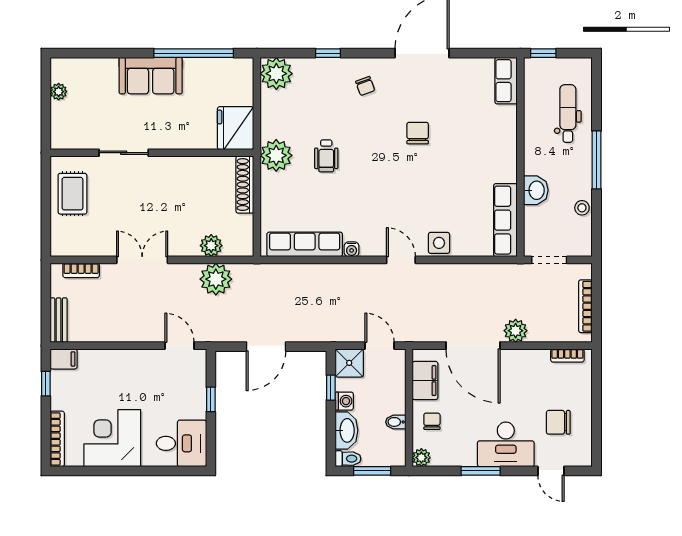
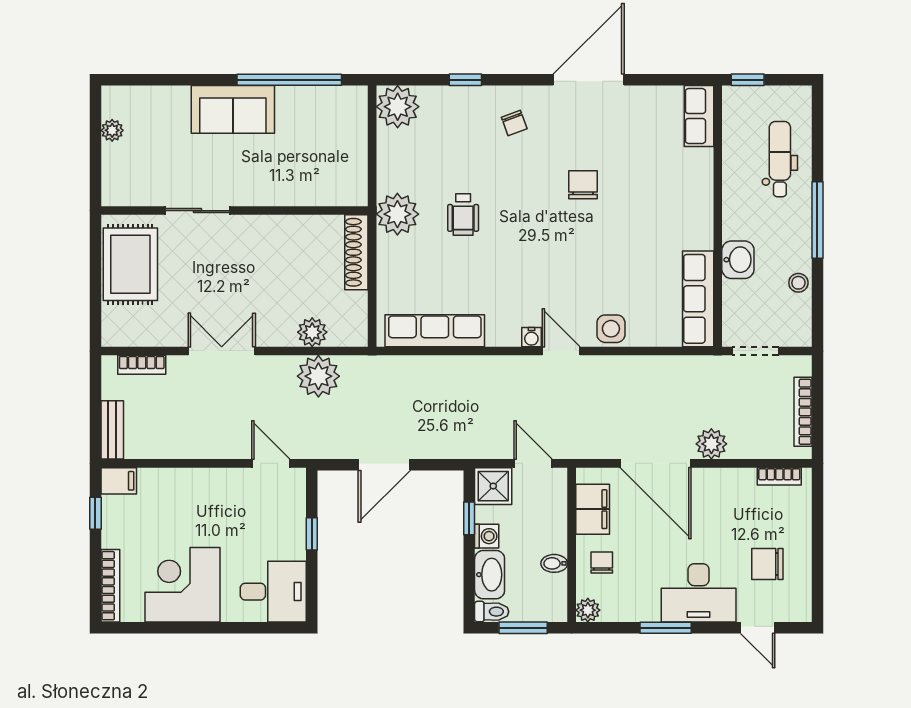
fridge: (236, 128) -> (344, 178), removed
rug: (72, 194) -> (130, 264), width x1.36, depth x1.43
water cooler: (352, 249) -> (531, 337), moved

